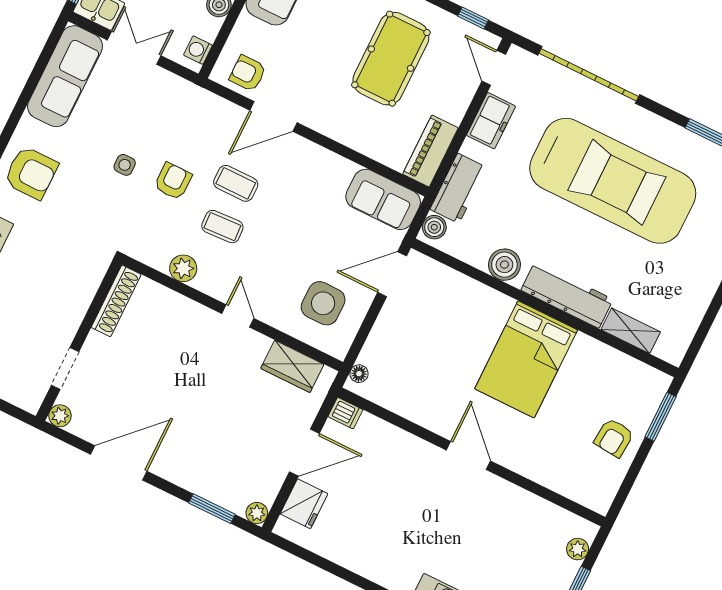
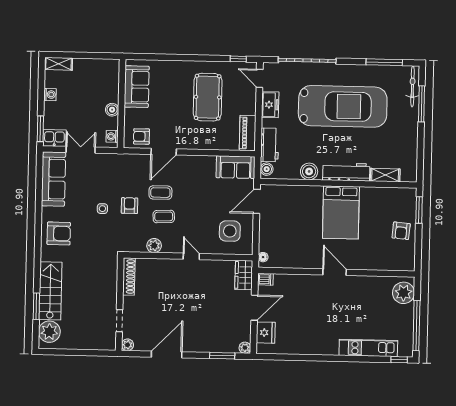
wardrobe: (292, 366) -> (244, 275), moved, turned 90
plant: (578, 549) -> (403, 293), width x1.88, depth x1.88

